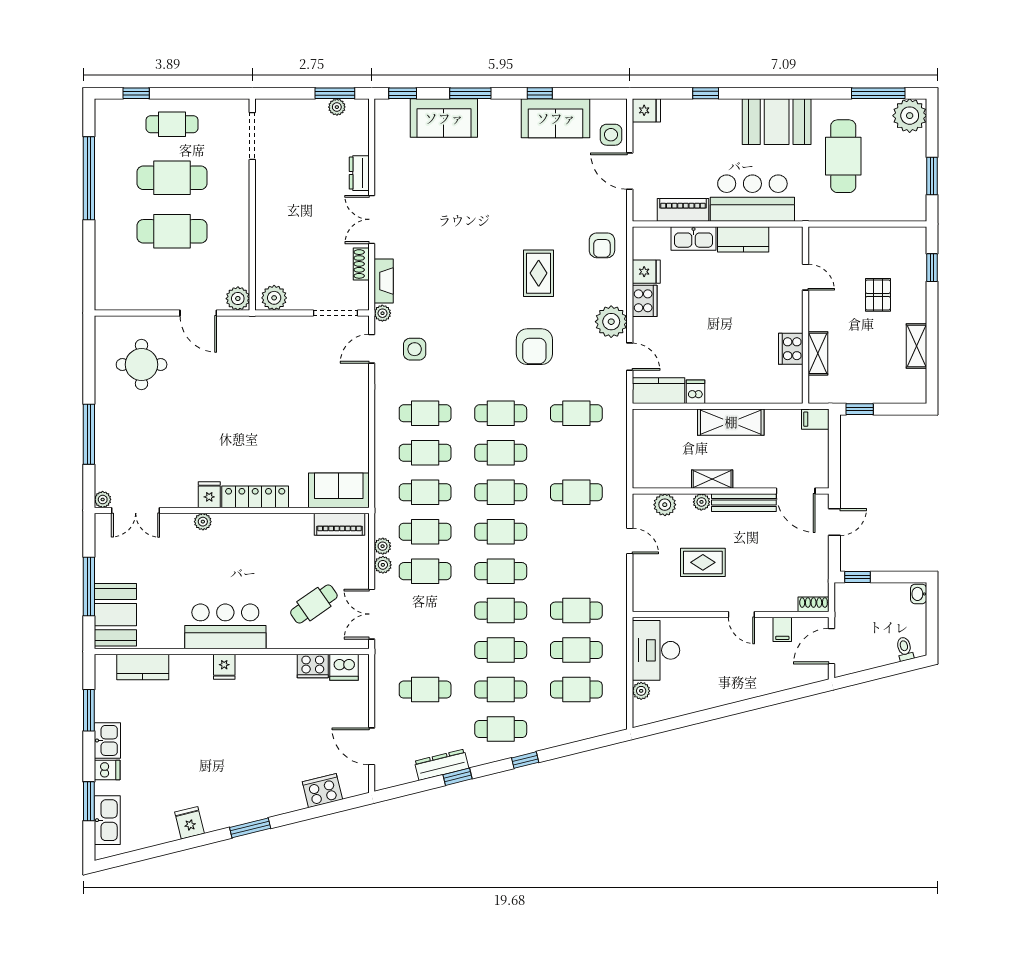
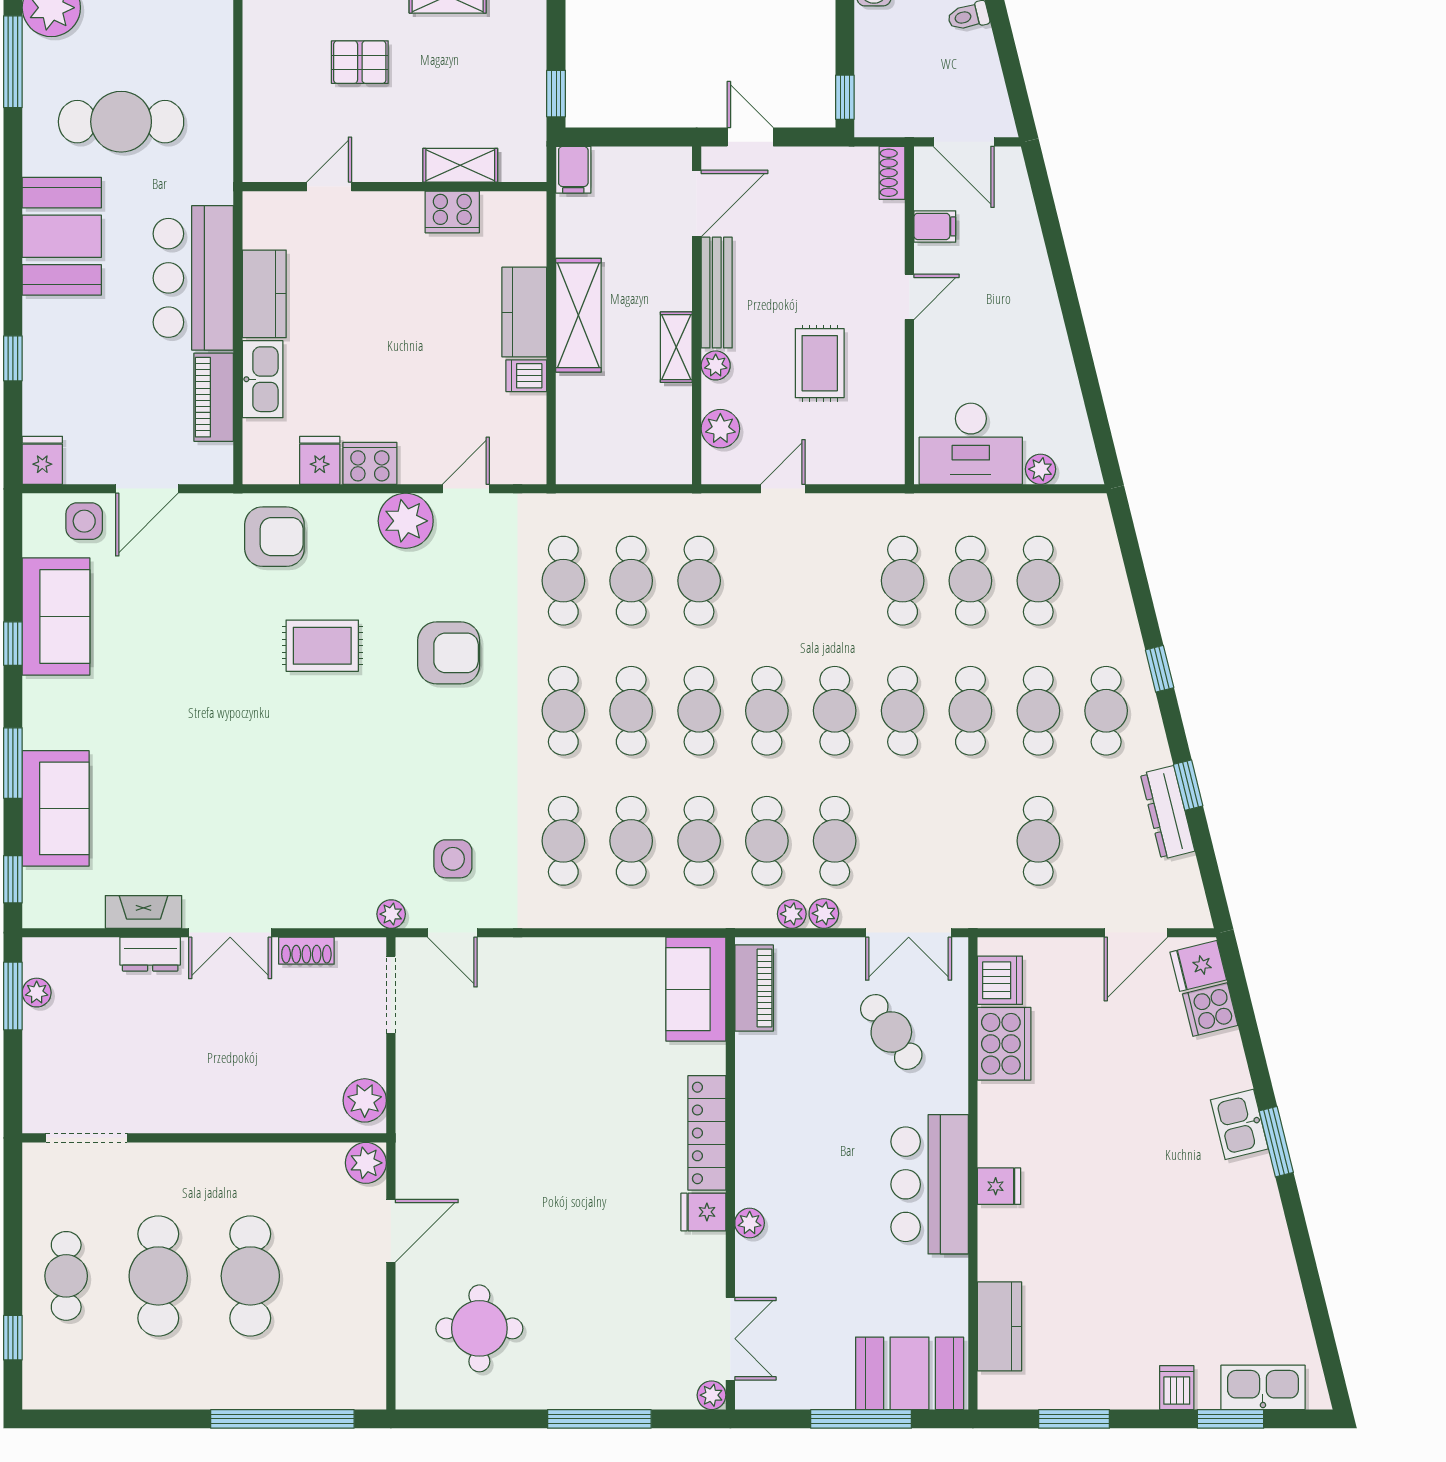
window: (89, 178) -> (282, 1419), moved
armchair: (602, 245) -> (274, 537), width x1.38, depth x1.38
fireplace: (384, 281) -> (143, 912), moved
kitchen counter: (658, 391) -> (524, 312), moved
cafe table: (576, 453) -> (631, 581), added
cooker: (313, 666) -> (1004, 1044), width x1.37, depth x1.31
kitchen sink: (107, 740) -> (1239, 1124), moved, turned -104
cooker: (322, 791) -> (1210, 1010), width x0.73
fridge: (190, 823) -> (1198, 966), moved

